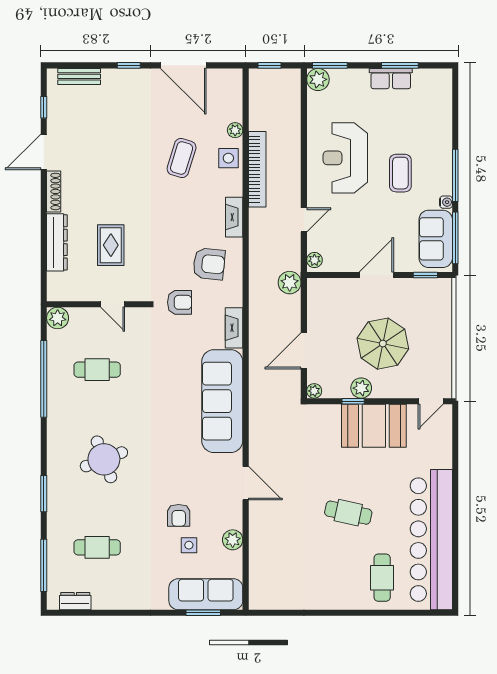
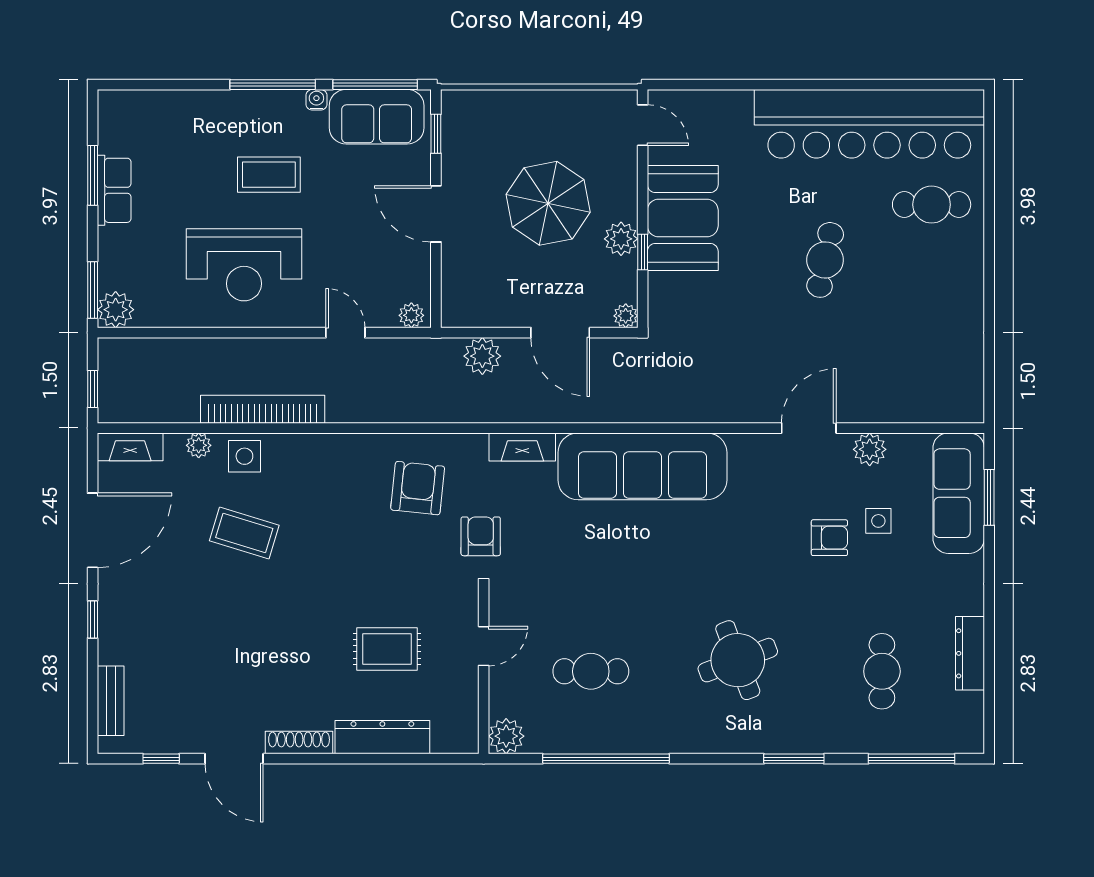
fireplace: (234, 217) -> (130, 447), moved
plant: (290, 283) -> (482, 356), moved
cafe table: (97, 370) -> (591, 671), turned 90
door: (246, 483) -> (809, 428), moved
dresser: (75, 601) -> (970, 653), moved, width x1.44

